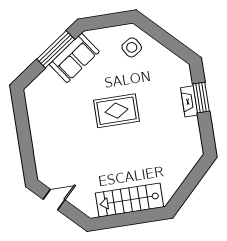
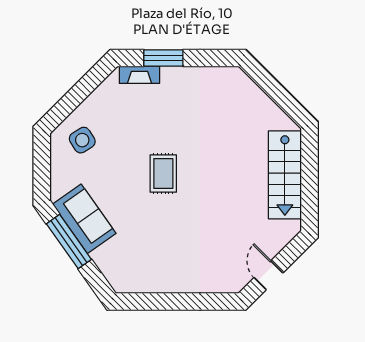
fireplace: (189, 101) -> (139, 75), moved
rug: (117, 111) -> (163, 174), width x0.73, depth x0.70

